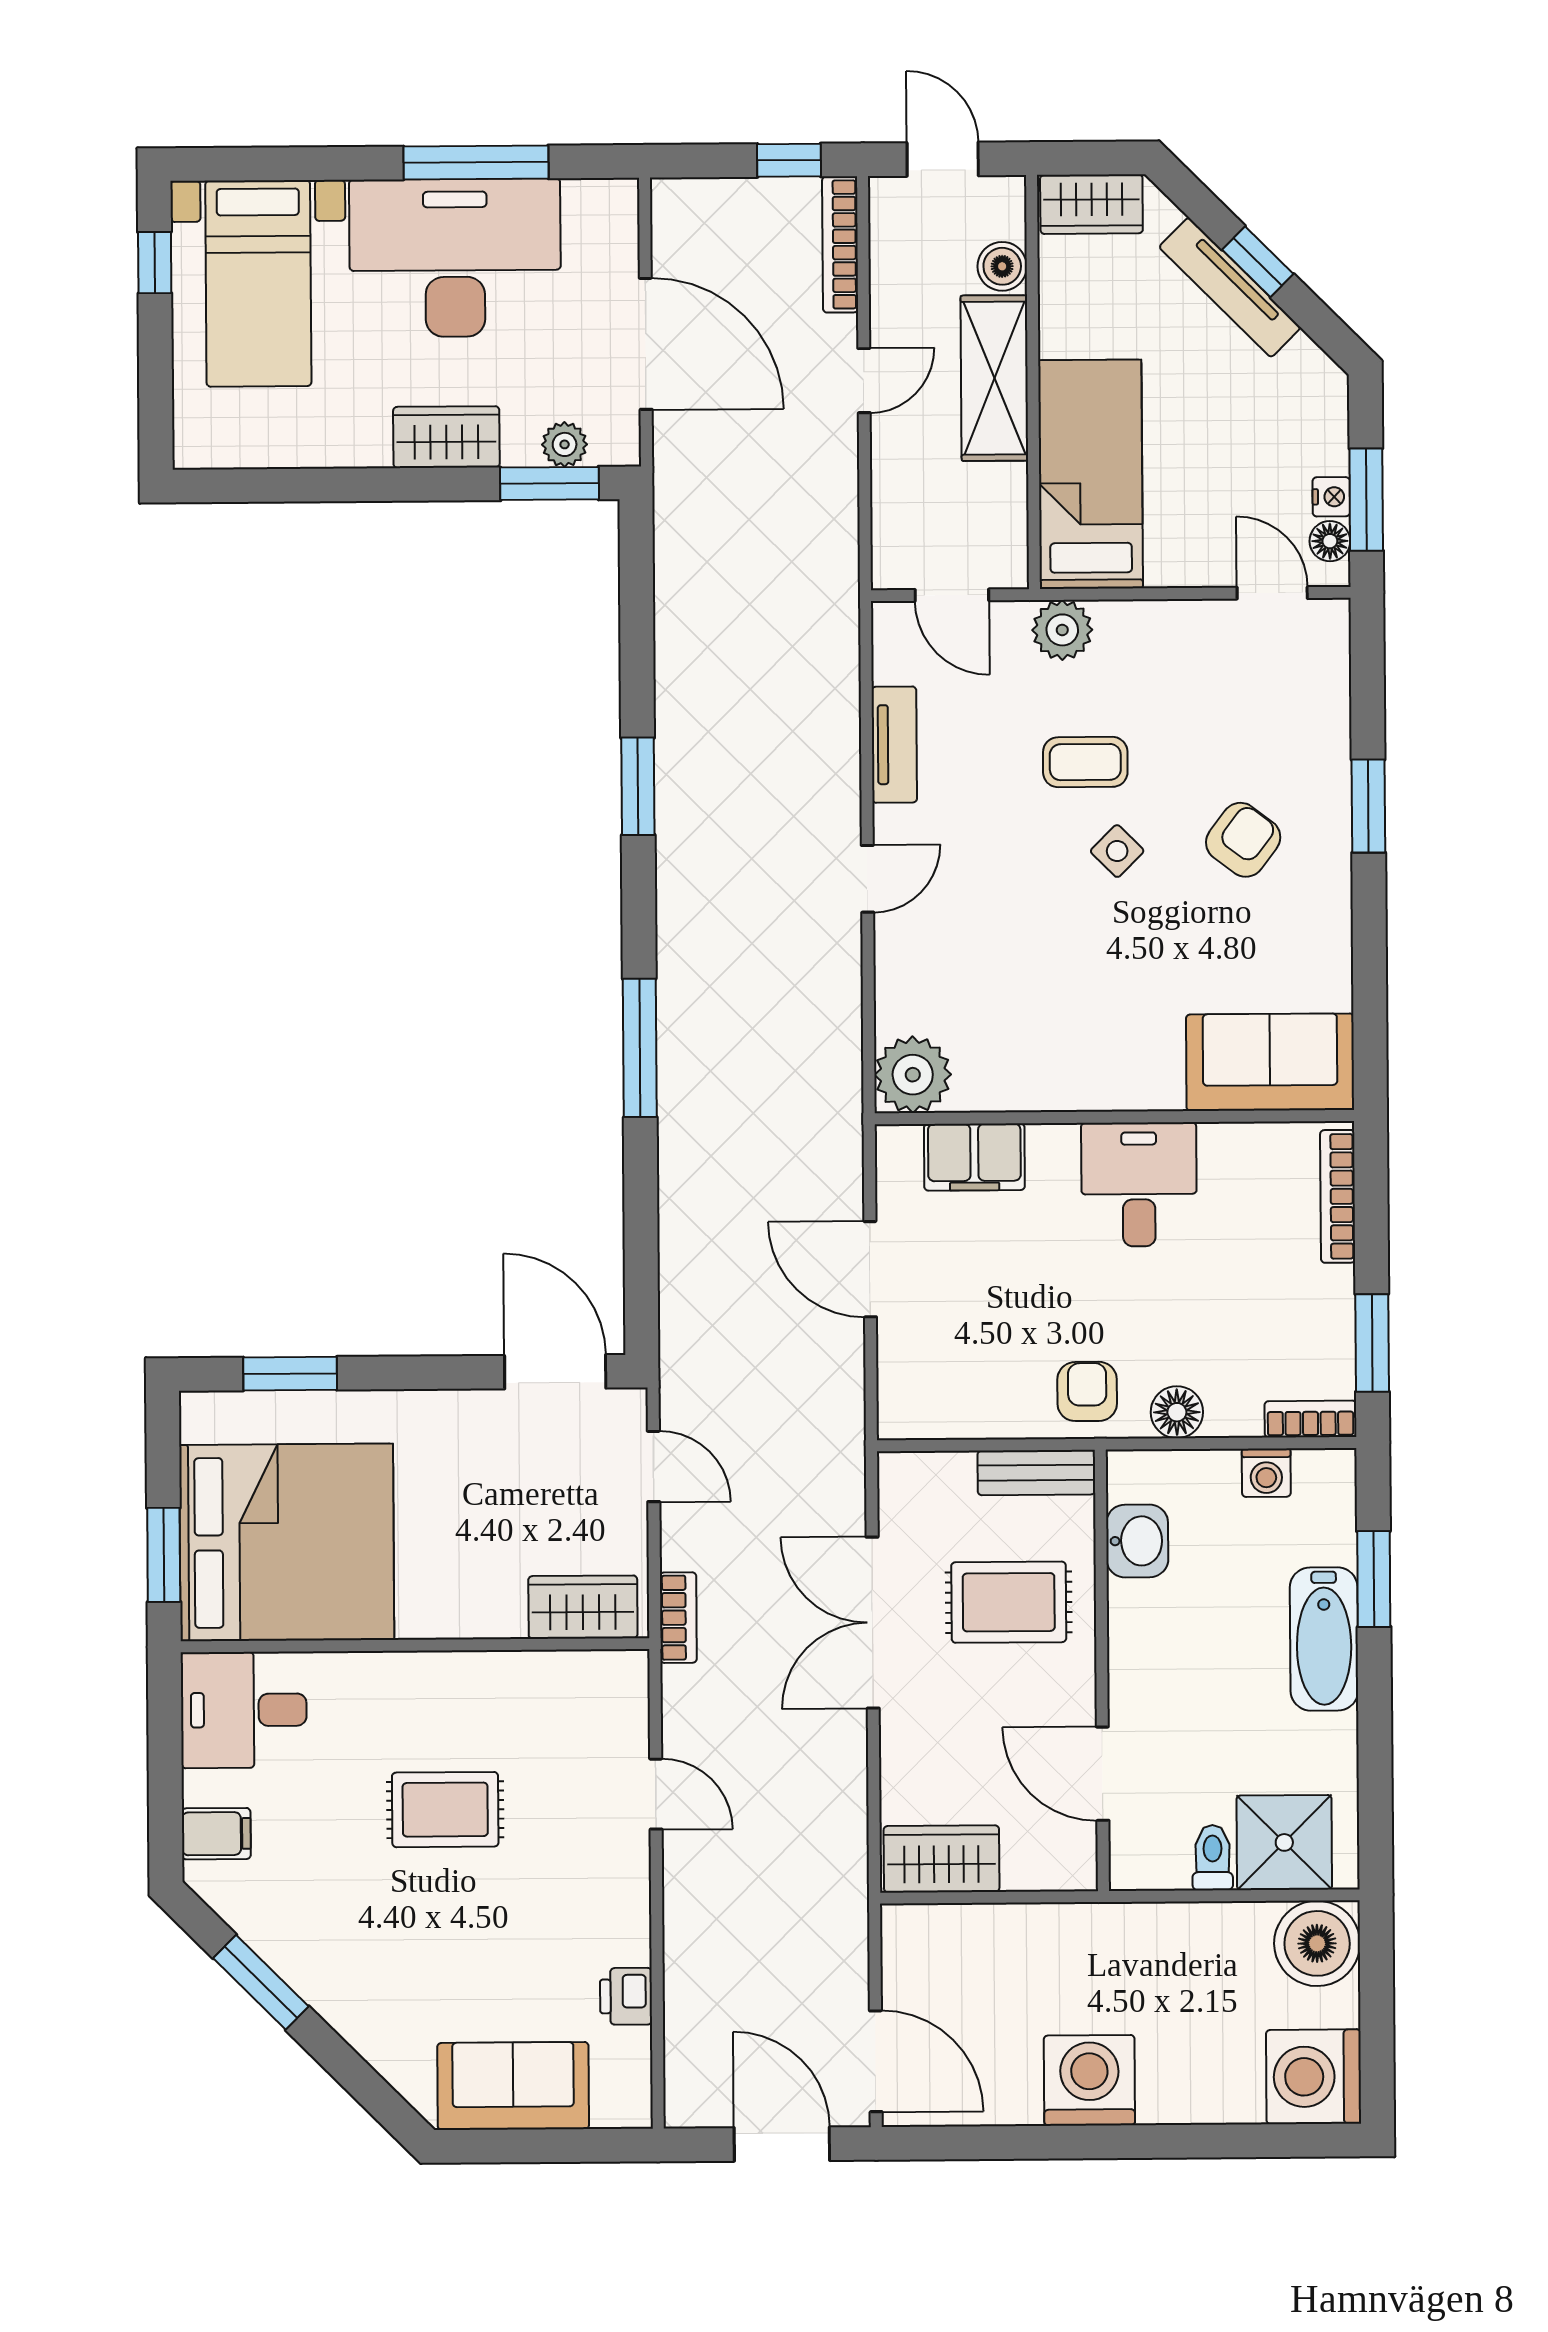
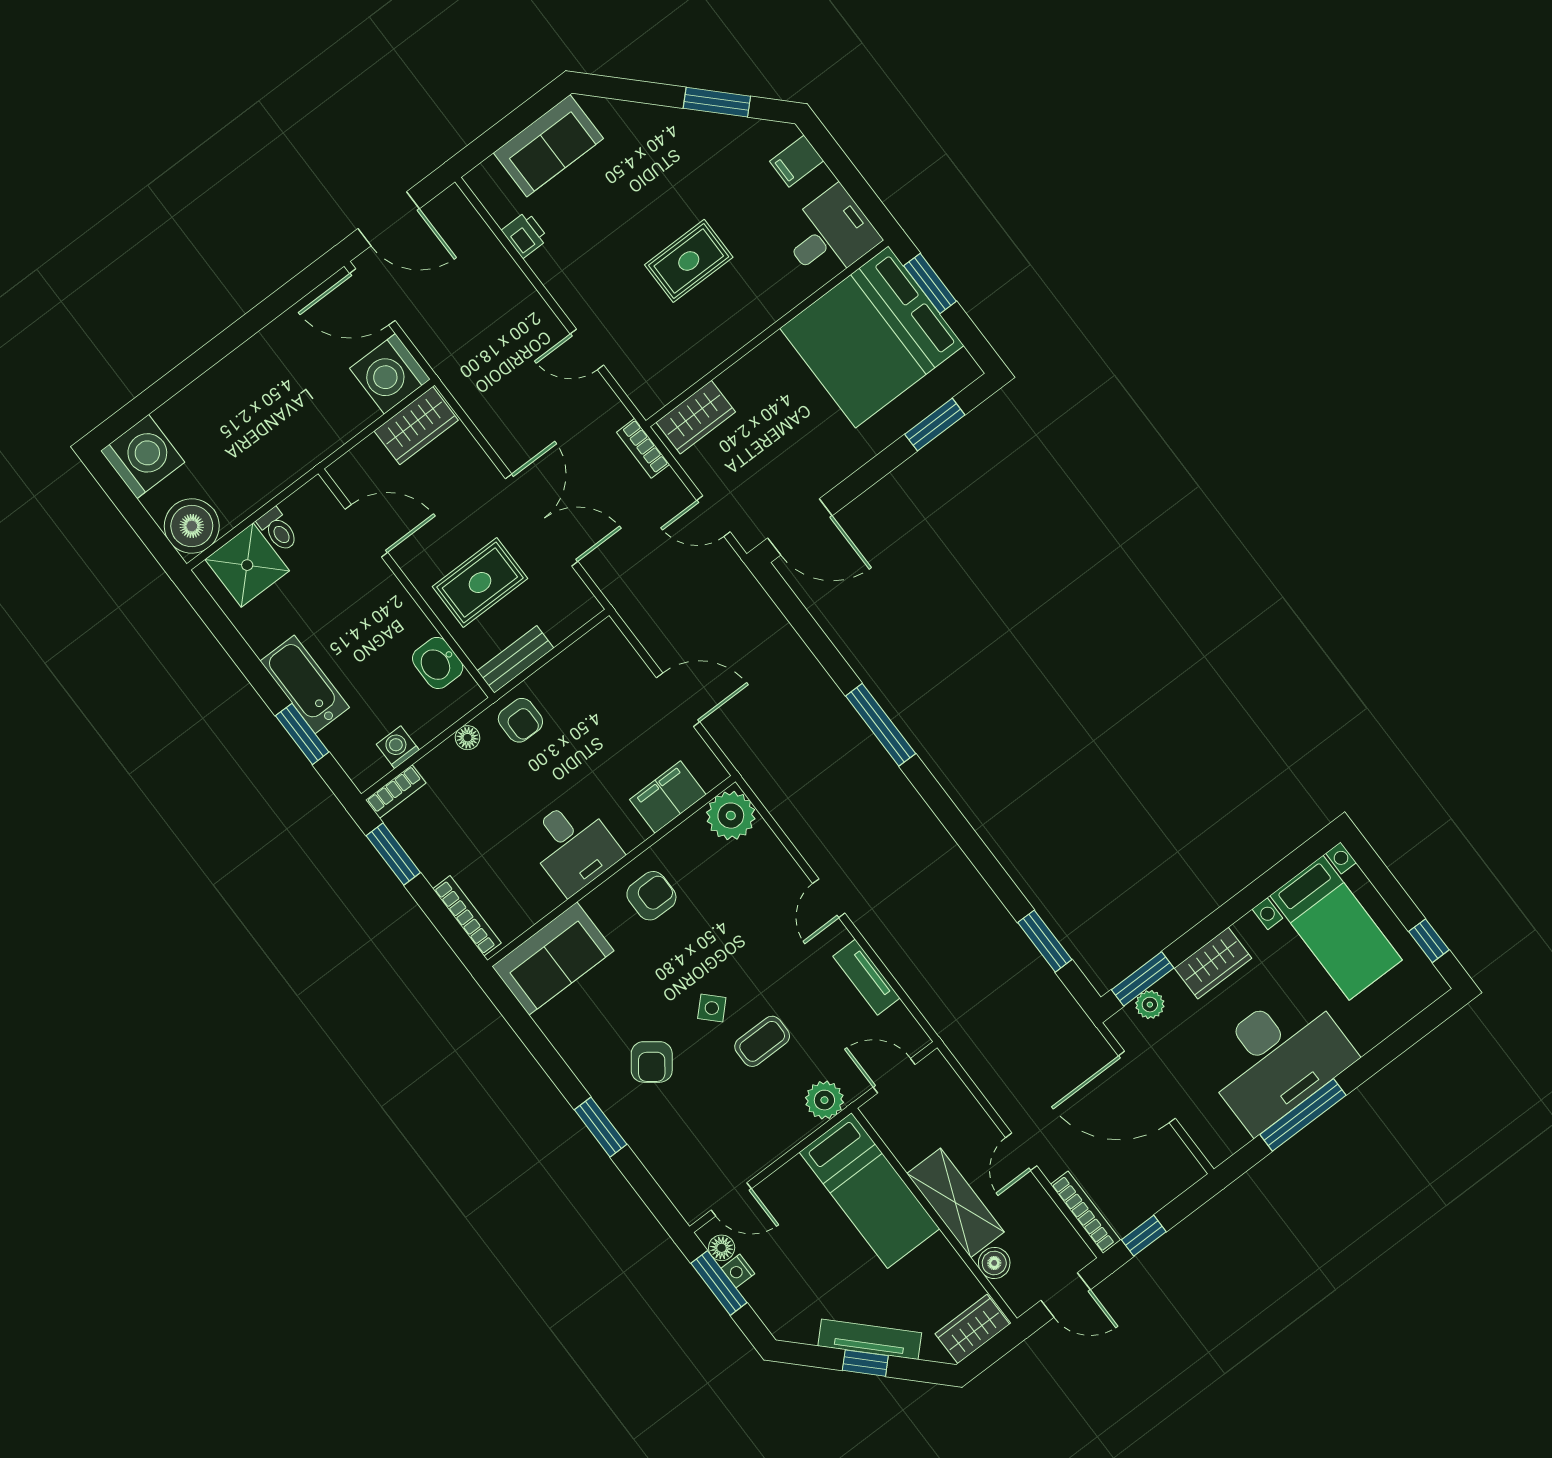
bed with nightstands: (258, 283) -> (1336, 928), moved, turned 180
window: (638, 786) -> (1045, 941), moved
armchair: (1088, 1049) -> (651, 896), added
floor lamp: (1177, 1412) -> (468, 738), width x0.73, depth x0.73
washing machine: (1089, 2080) -> (390, 374), moved, turned 90

